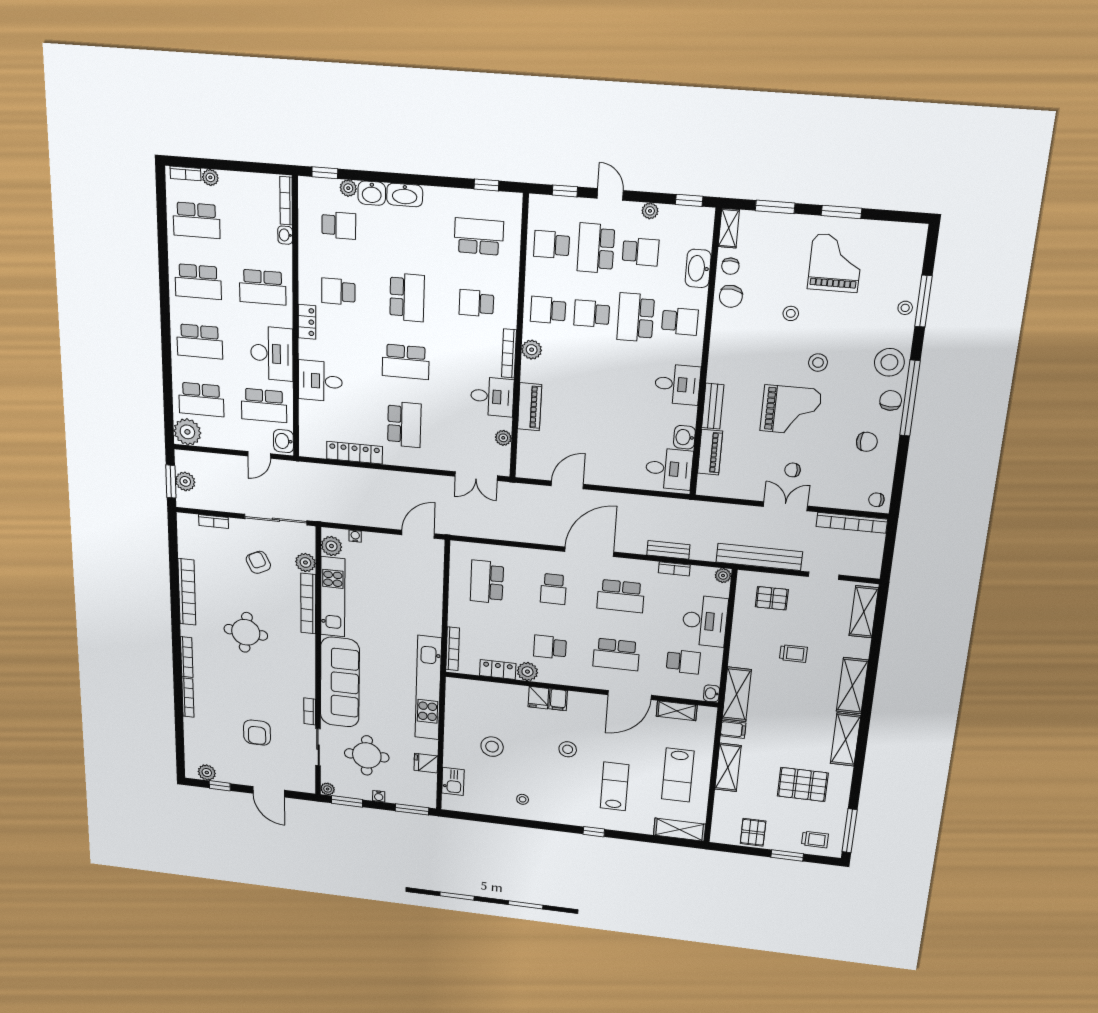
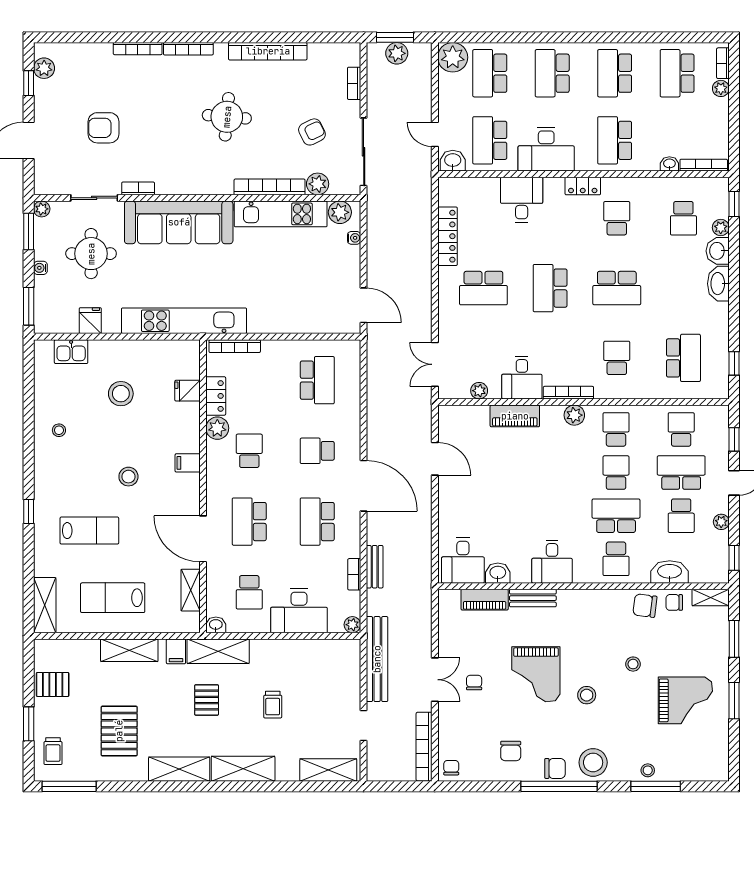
school desk: (487, 582) -> (317, 380), turned 90
pallet: (772, 598) -> (207, 700), moved
fridge: (538, 698) -> (187, 391), moved

